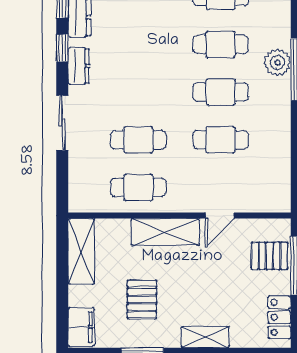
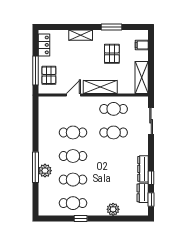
dresser: (79, 66) -> (143, 169), width x1.44
sliding door: (62, 123) -> (151, 121), moved
pallet: (269, 256) -> (49, 75), turned 90
filing cabinet: (81, 327) -> (142, 45), width x0.50

